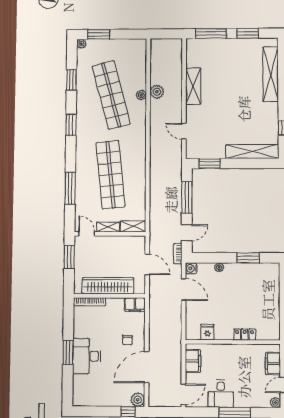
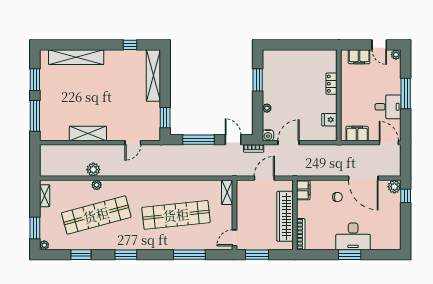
shelving: (108, 227) -> (45, 196), moved

